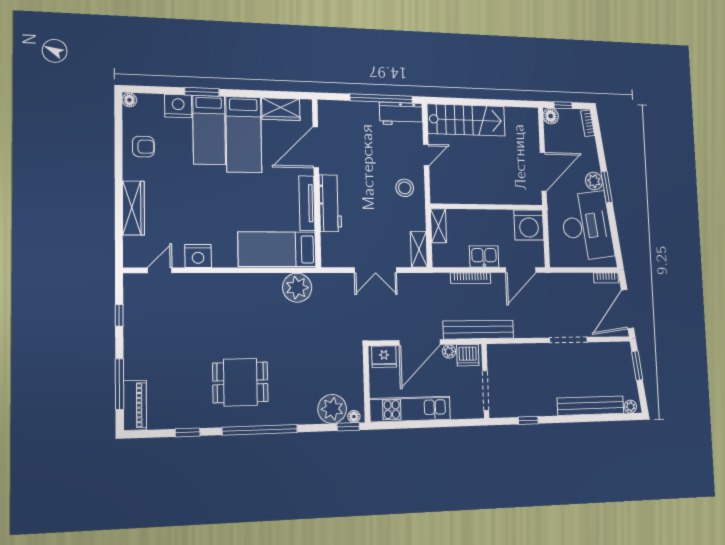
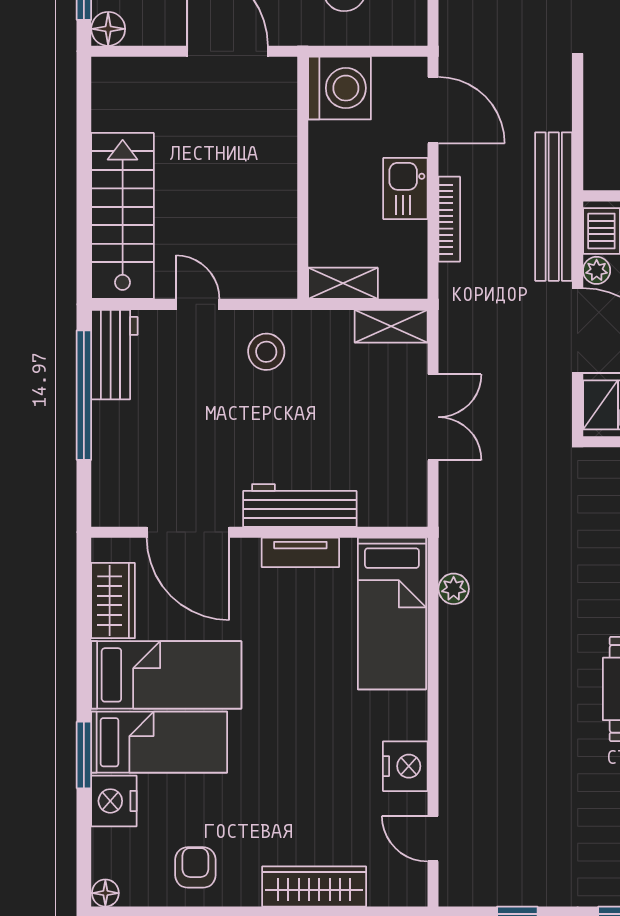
tv unit: (307, 203) -> (300, 552), width x0.71
plant: (297, 288) -> (454, 589), width x0.53, depth x0.53

